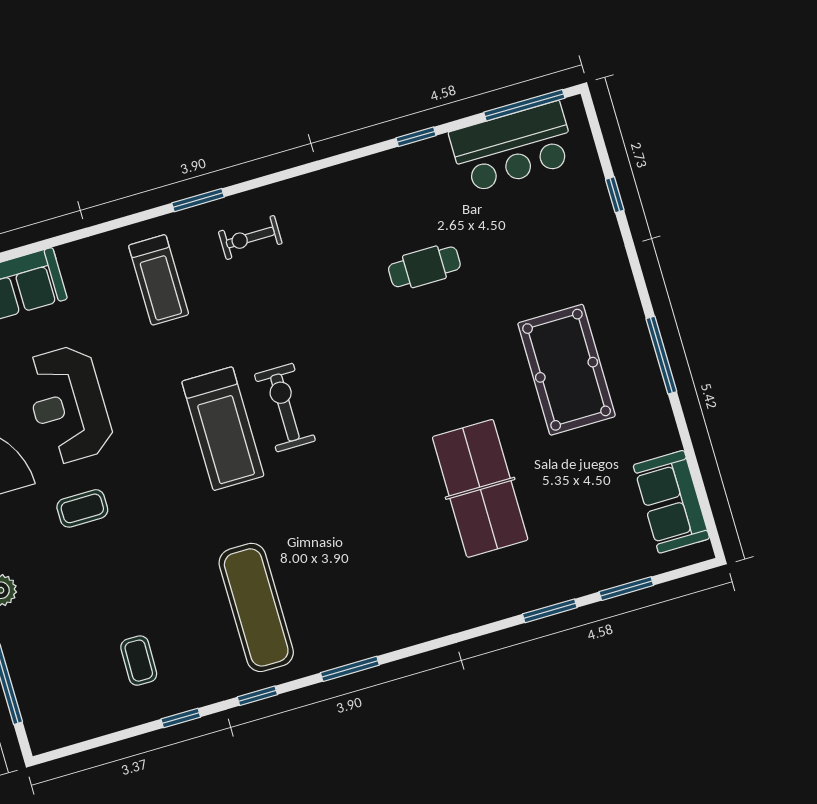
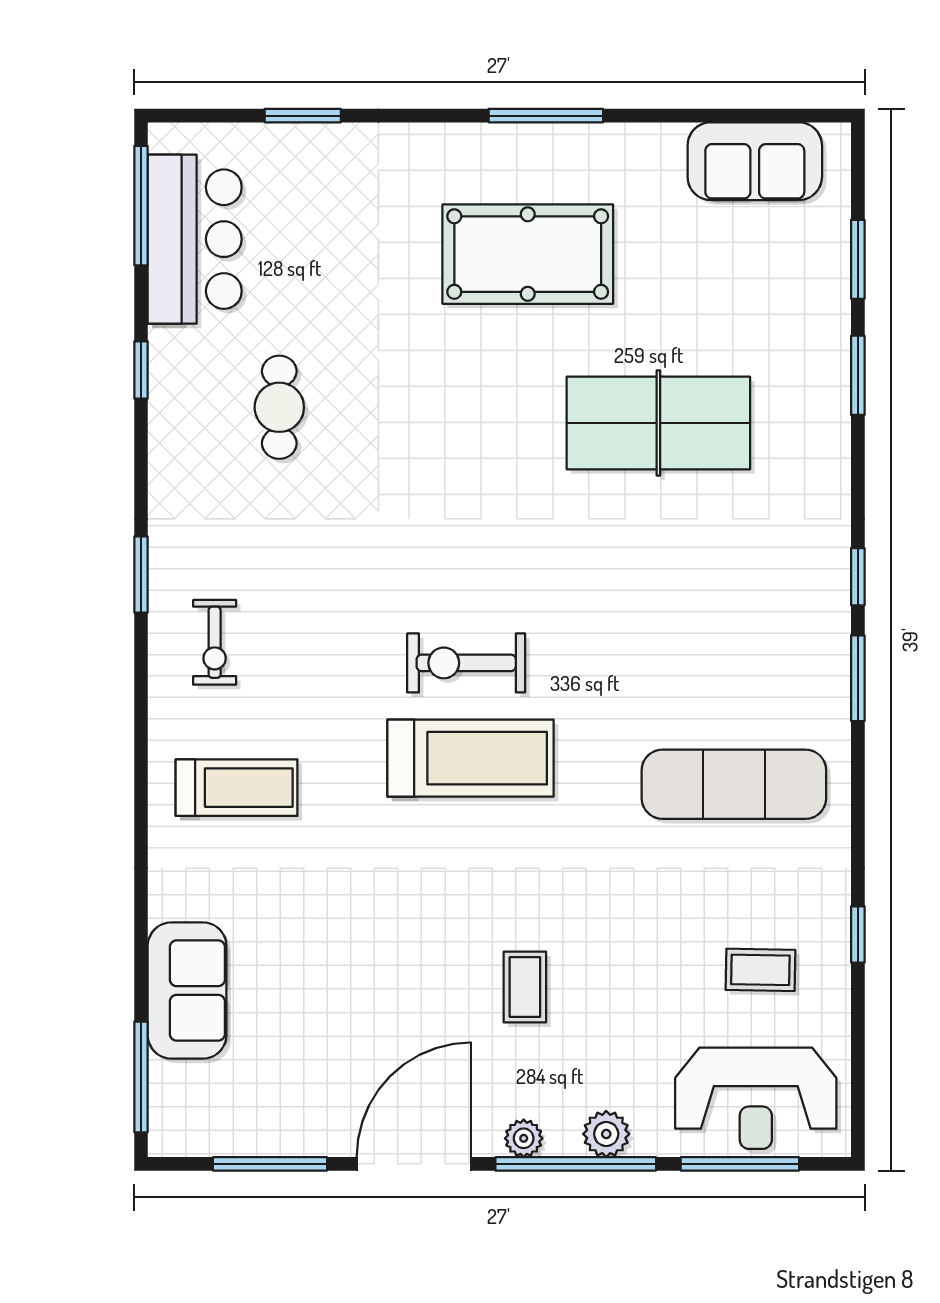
window: (615, 195) -> (303, 116), width x1.50
window: (198, 200) -> (141, 574), moved
cafe table: (424, 267) -> (279, 407), moved
reception desk: (68, 405) -> (756, 1098), moved
window: (257, 696) -> (858, 577), moved

